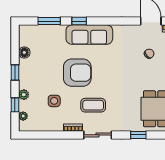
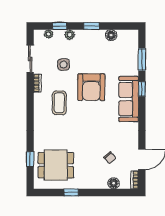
sliding door: (98, 135) -> (30, 59), moved
window: (138, 135) -> (30, 159), moved

